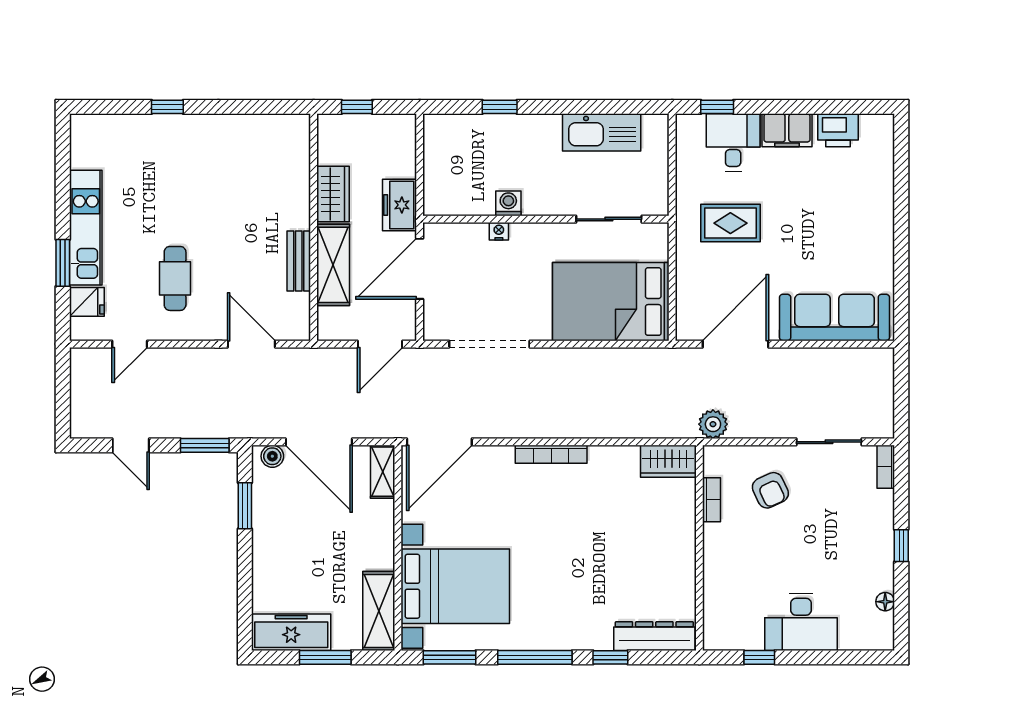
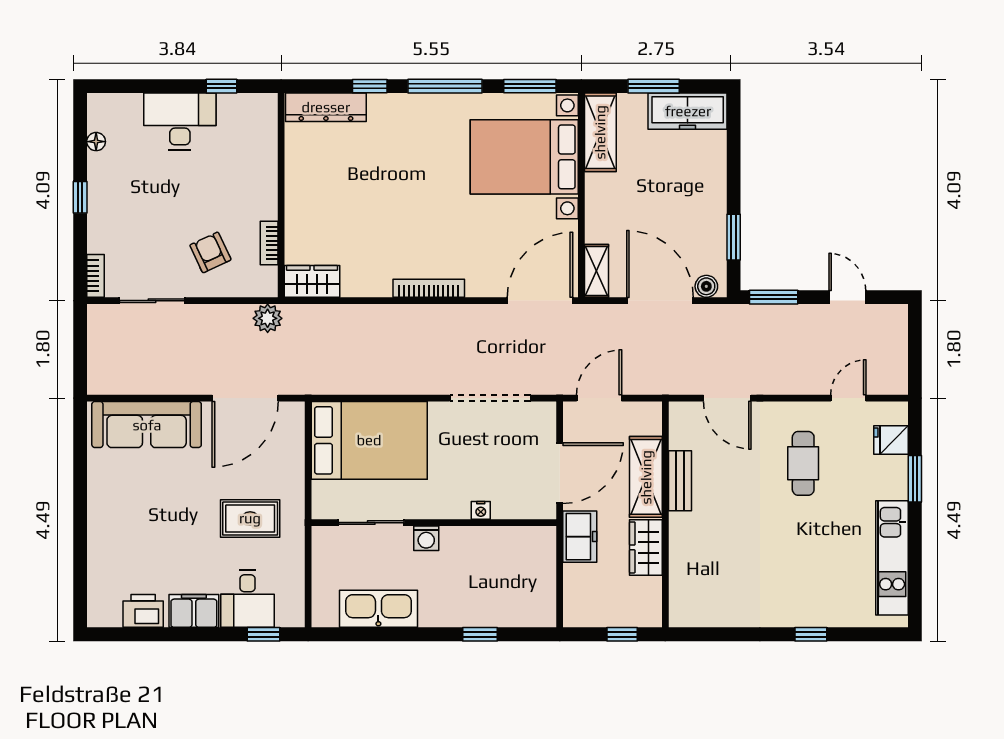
washing machine: (508, 203) -> (426, 538), moved
kitchen unit: (86, 228) -> (892, 558), moved

